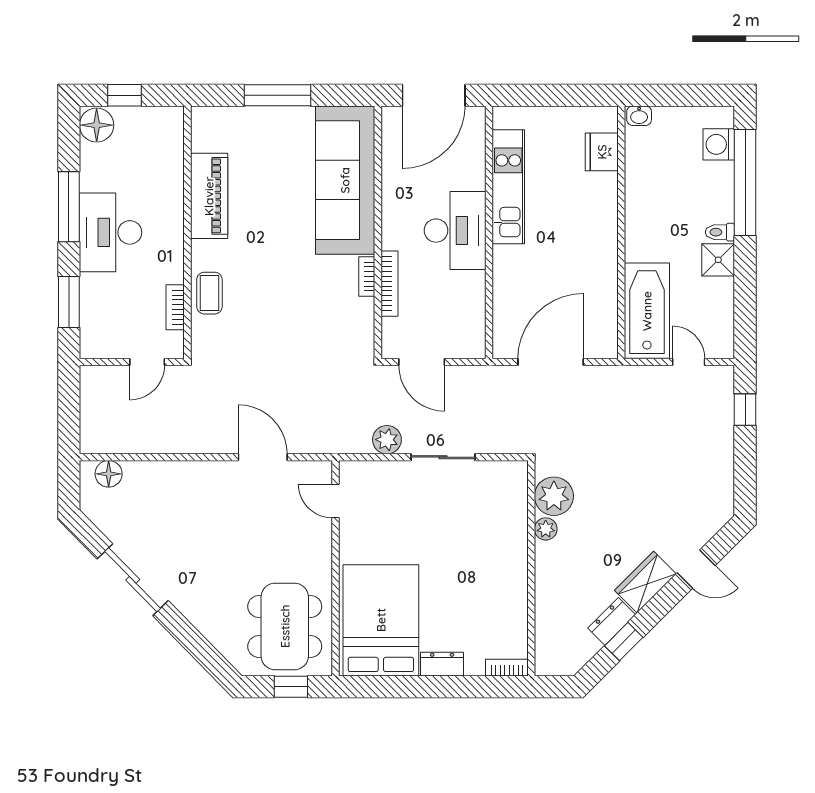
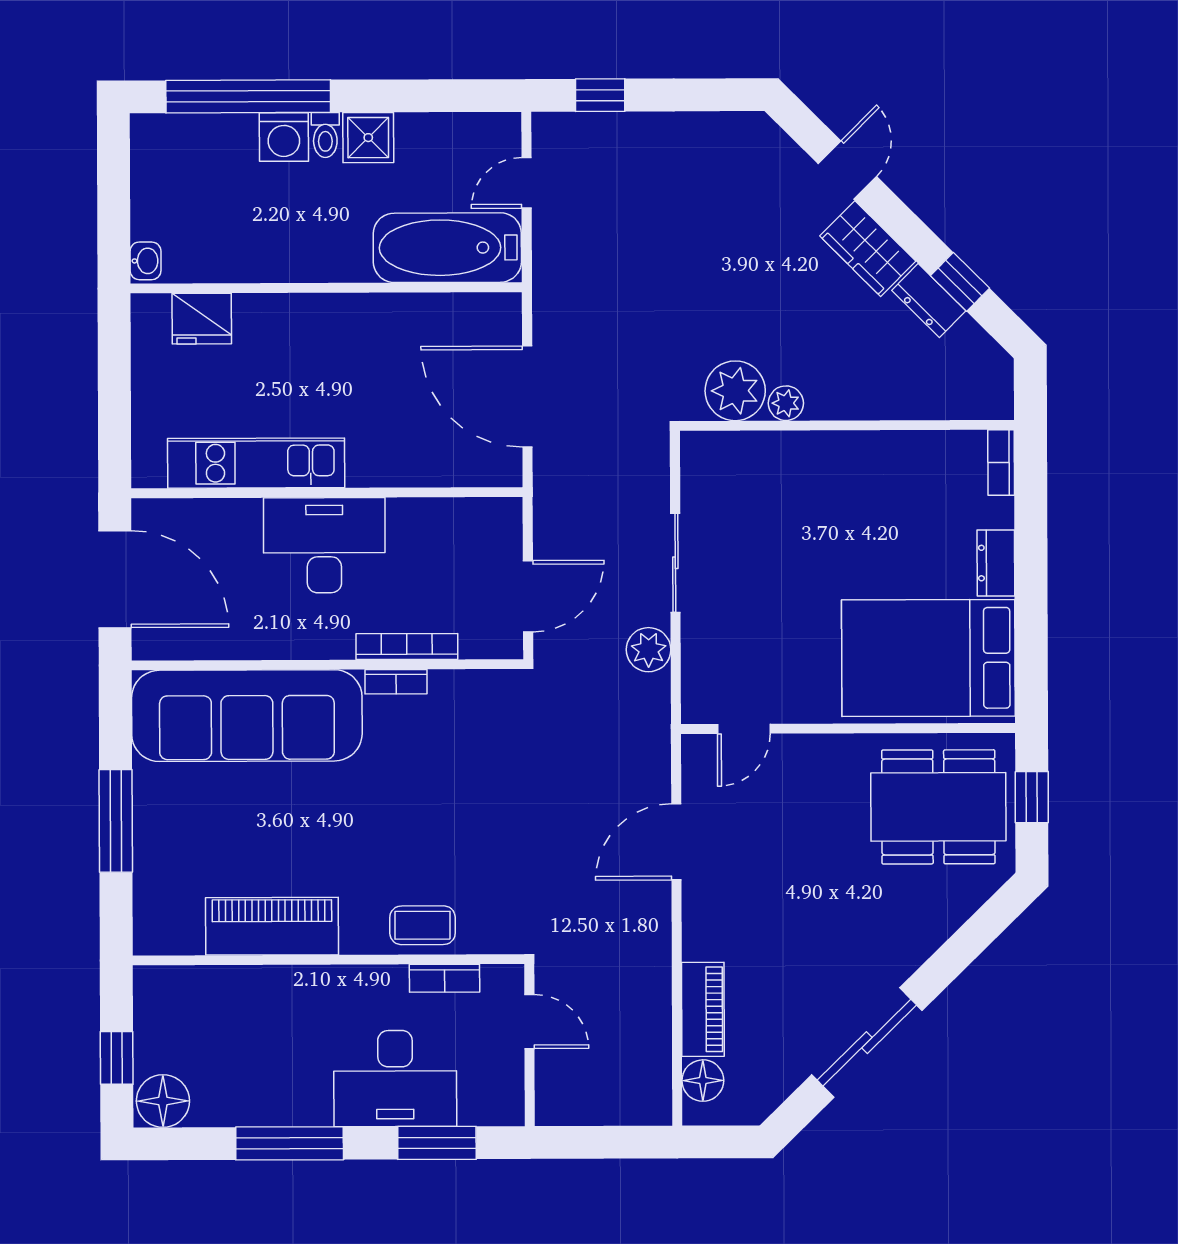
washing machine: (719, 144) -> (284, 137), moved
desk: (111, 232) -> (395, 1079), moved
piano: (155, 474) -> (703, 1009), added

